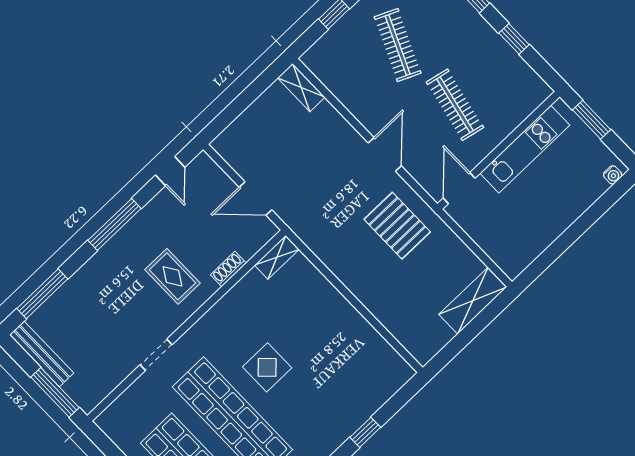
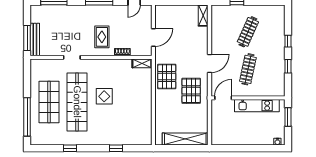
door: (255, 199) -> (153, 37), swing flipped
pallet: (337, 240) -> (167, 76), added
shelving: (473, 301) -> (185, 139), width x1.47
bench: (42, 354) -> (35, 39), moved

